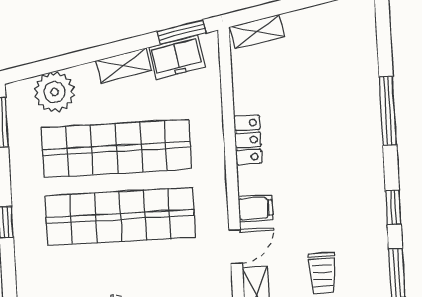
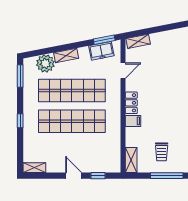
shelving: (124, 66) -> (66, 56), moved
locker: (248, 140) -> (131, 103), moved
door: (236, 247) -> (123, 71), moved

